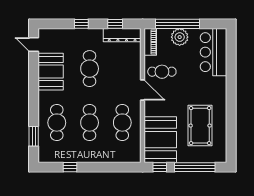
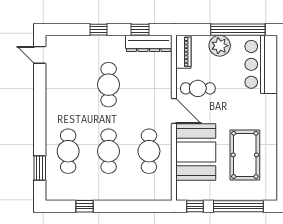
window: (177, 24) -> (238, 30), moved
booth: (51, 72) -> (61, 88), removed
booth: (160, 140) -> (196, 152), moved

